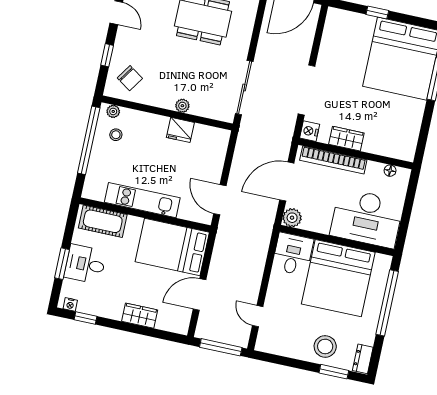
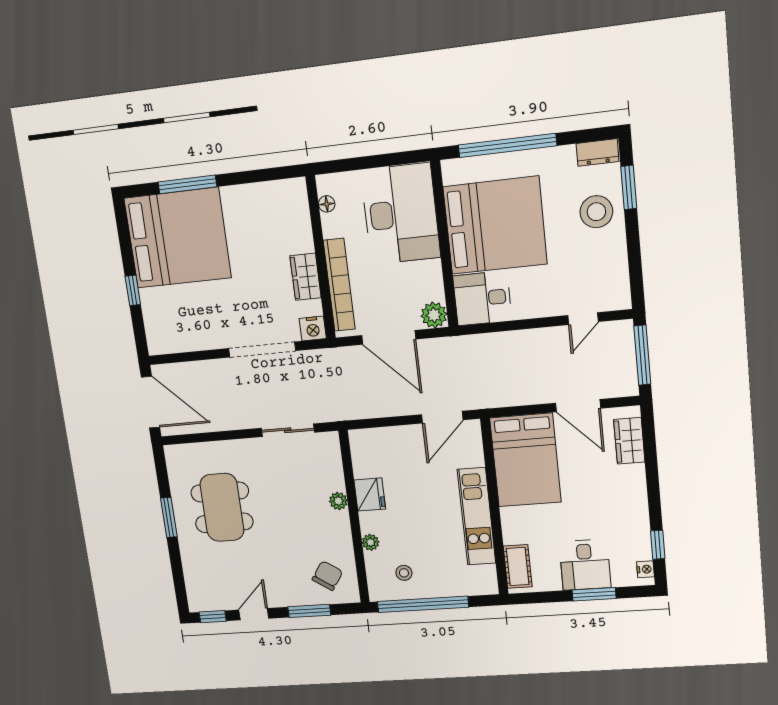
window: (107, 55) -> (309, 611), width x1.50
sliding door: (244, 88) -> (288, 430), width x0.73
plant: (113, 111) -> (371, 542), moved
cot: (103, 221) -> (518, 566), width x0.73, depth x0.75
wardrobe: (140, 316) -> (629, 441), moved

